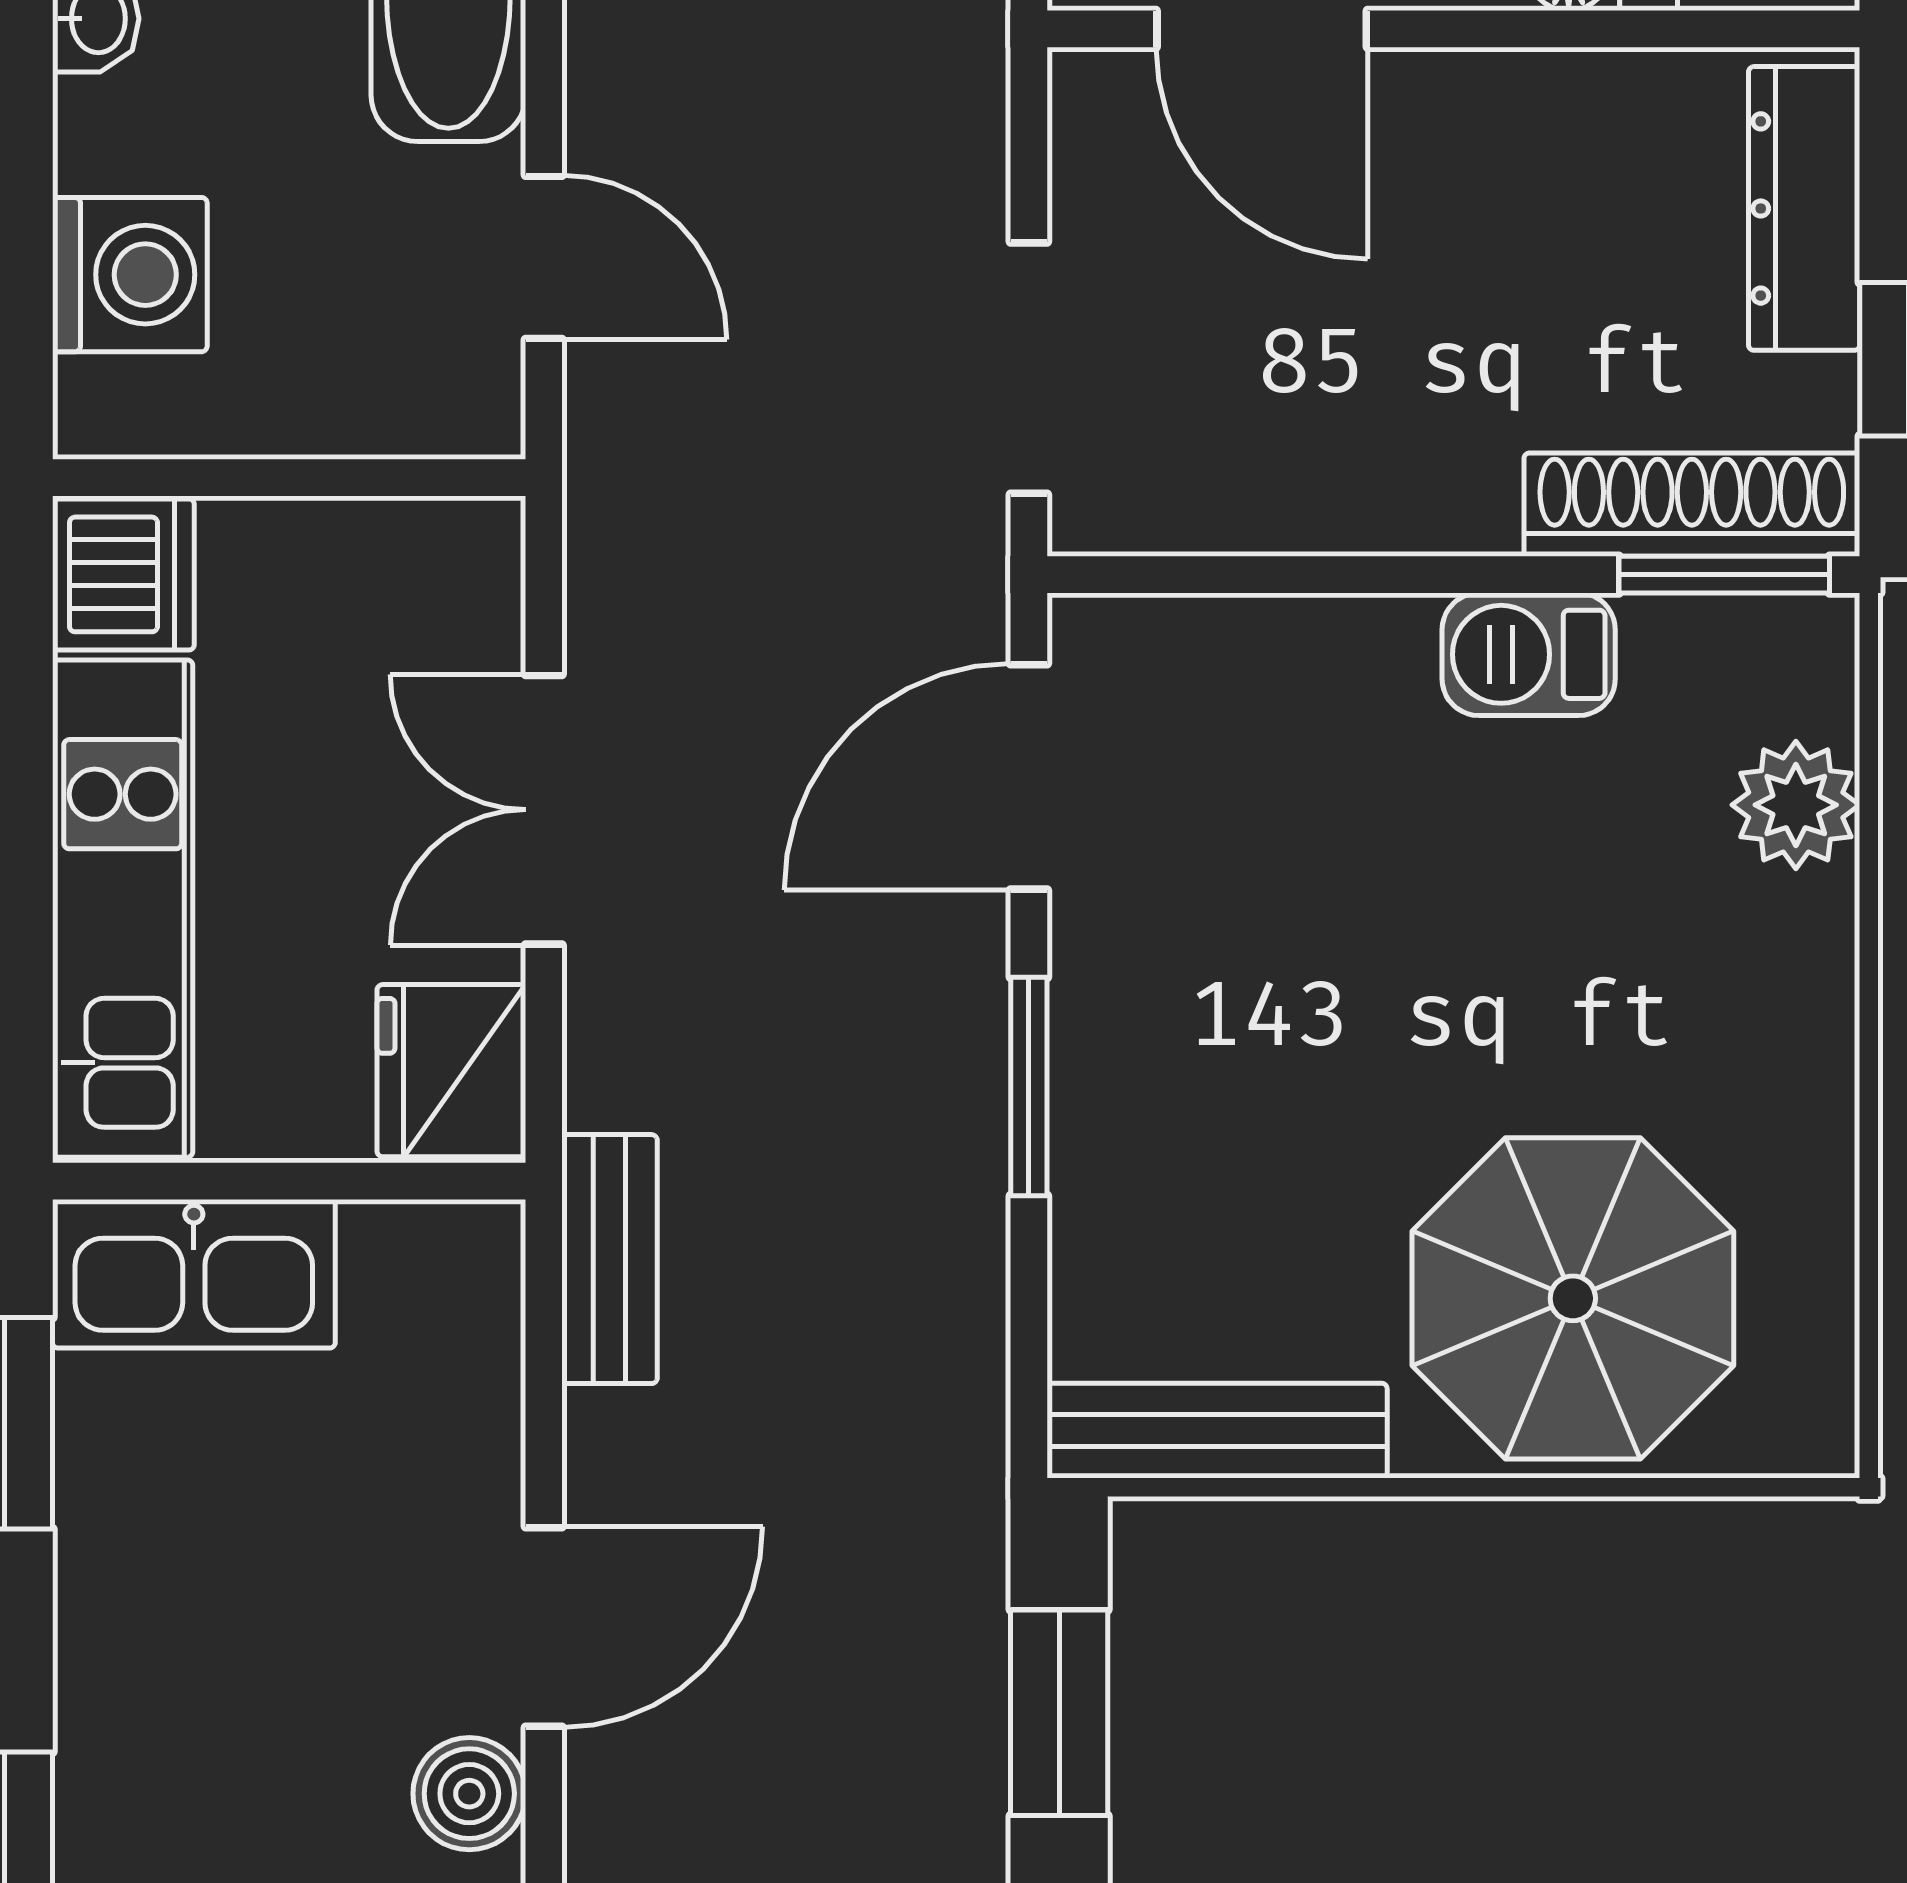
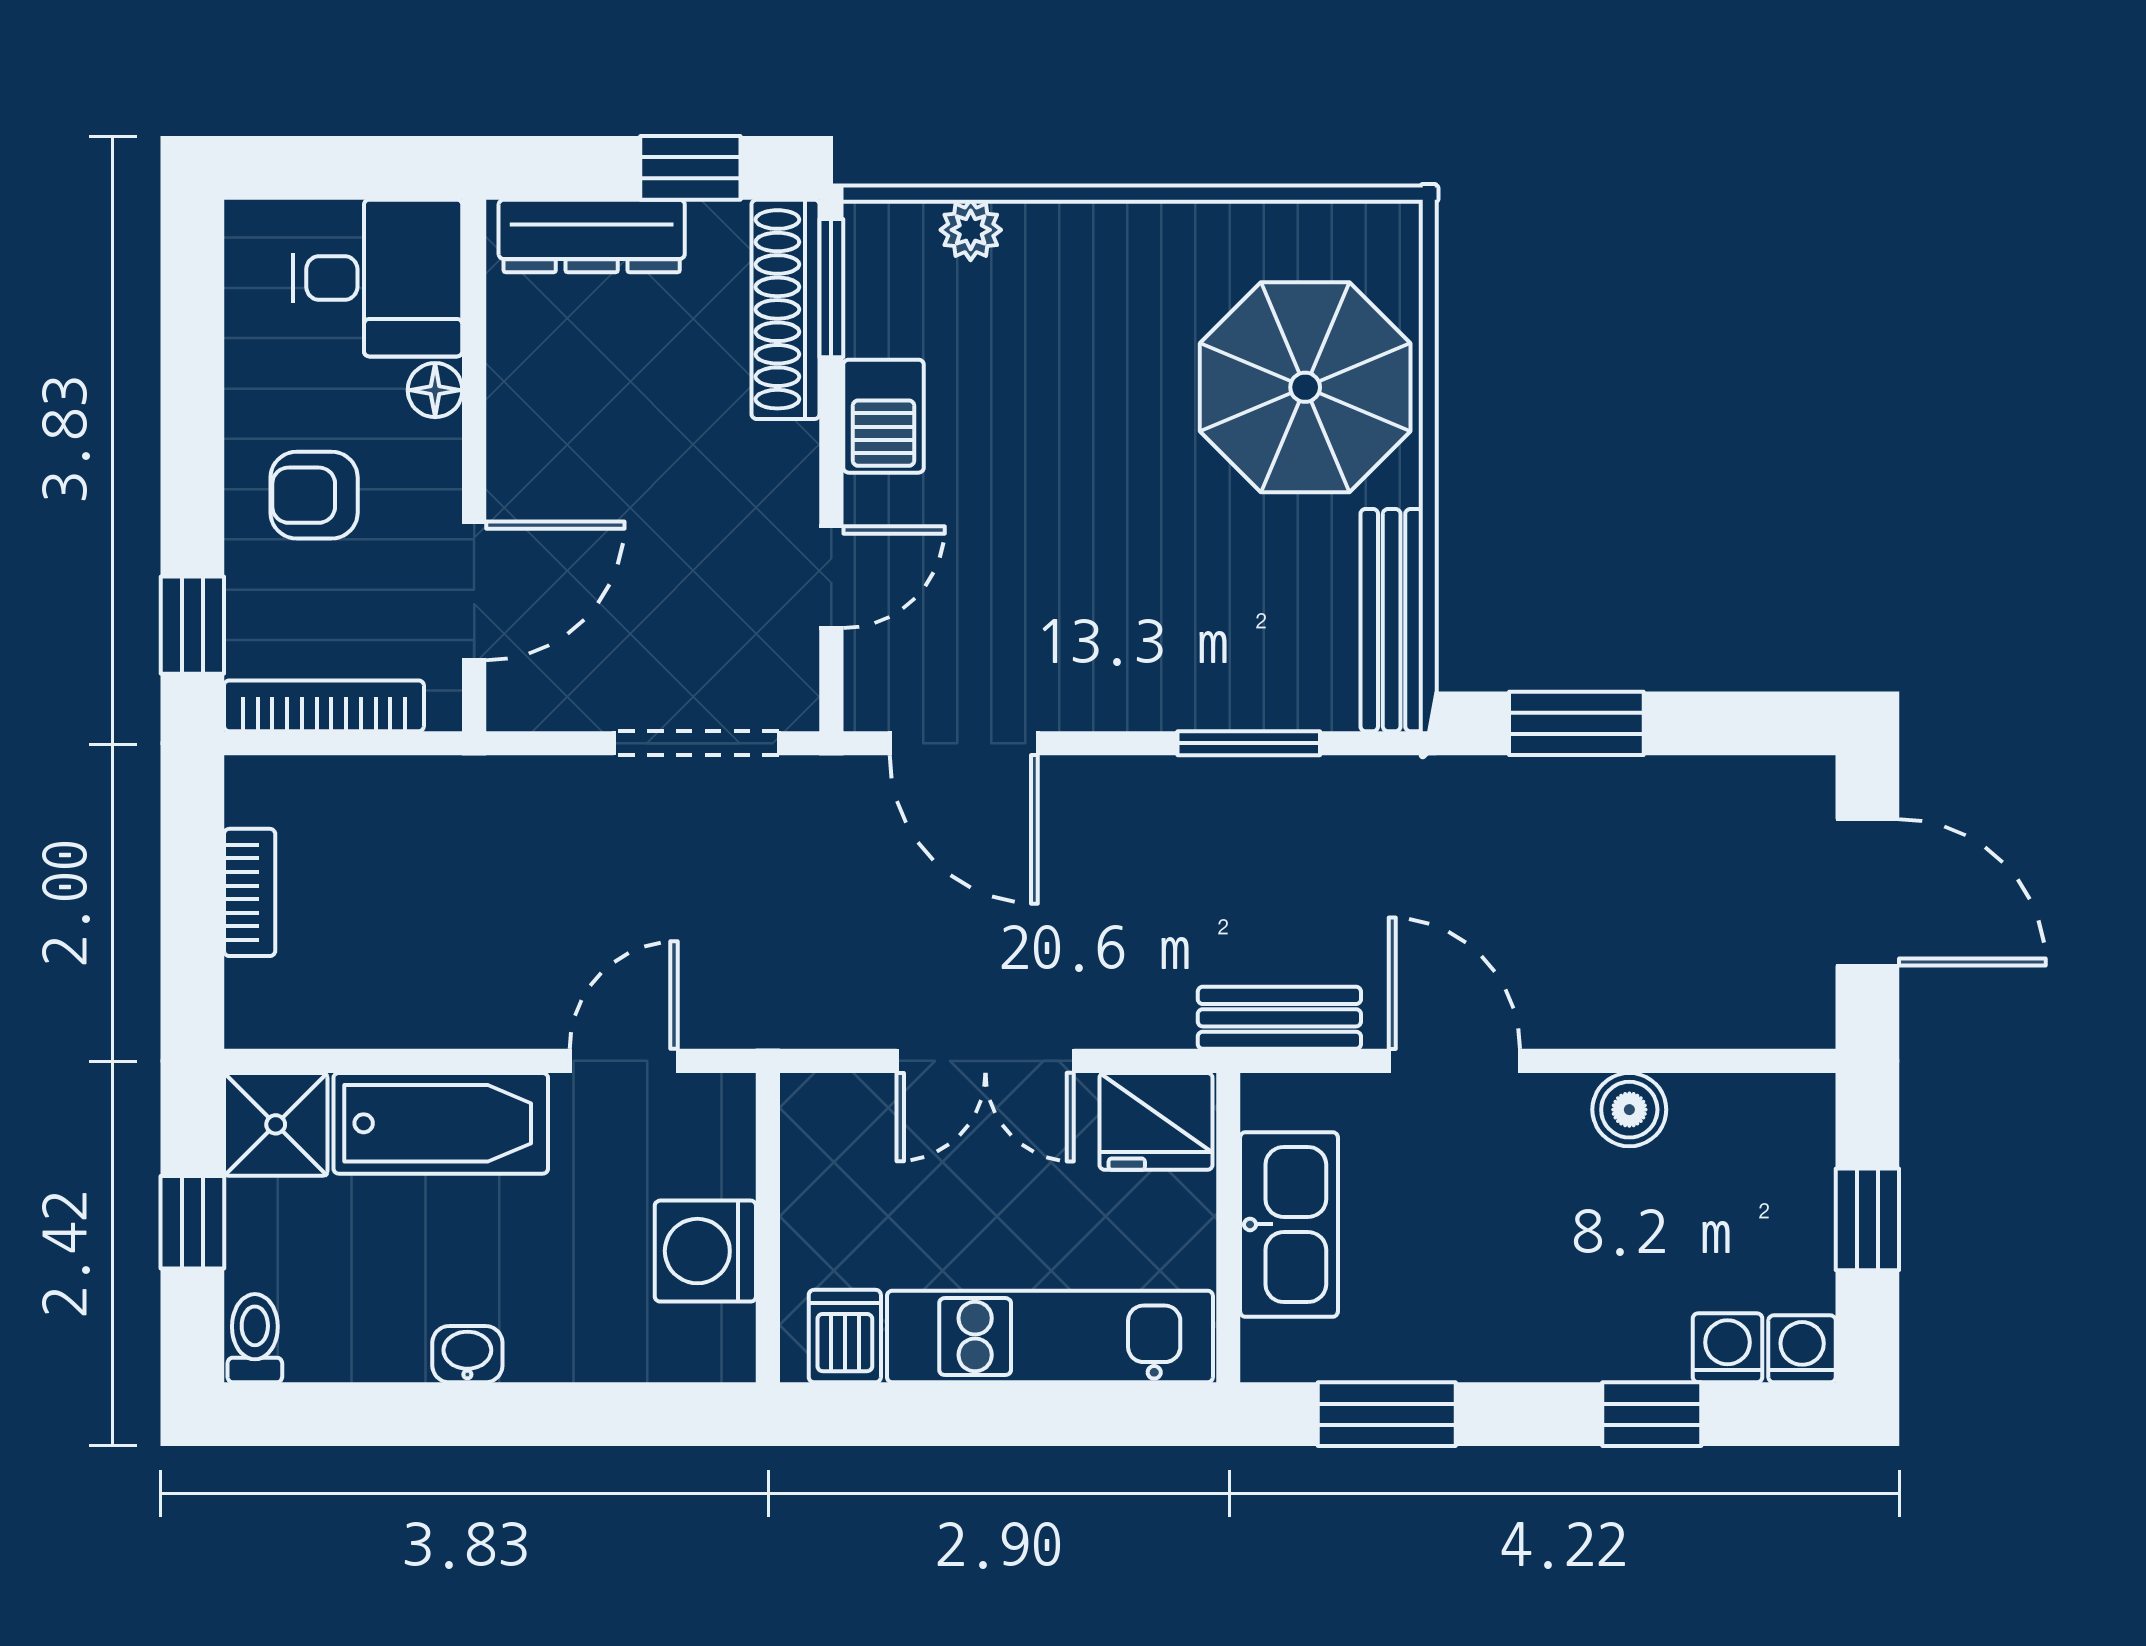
washing machine: (130, 275) -> (705, 1251), moved, turned -90
dishwasher: (123, 574) -> (845, 1336), width x0.73
door: (1283, 575) -> (831, 577), added
plant: (1796, 805) -> (971, 230), width x0.73, depth x0.73
window: (1029, 1086) -> (1249, 743), moved
kitchen sink: (194, 1274) -> (1289, 1224), moved
door: (544, 1627) -> (1454, 1061), moved

